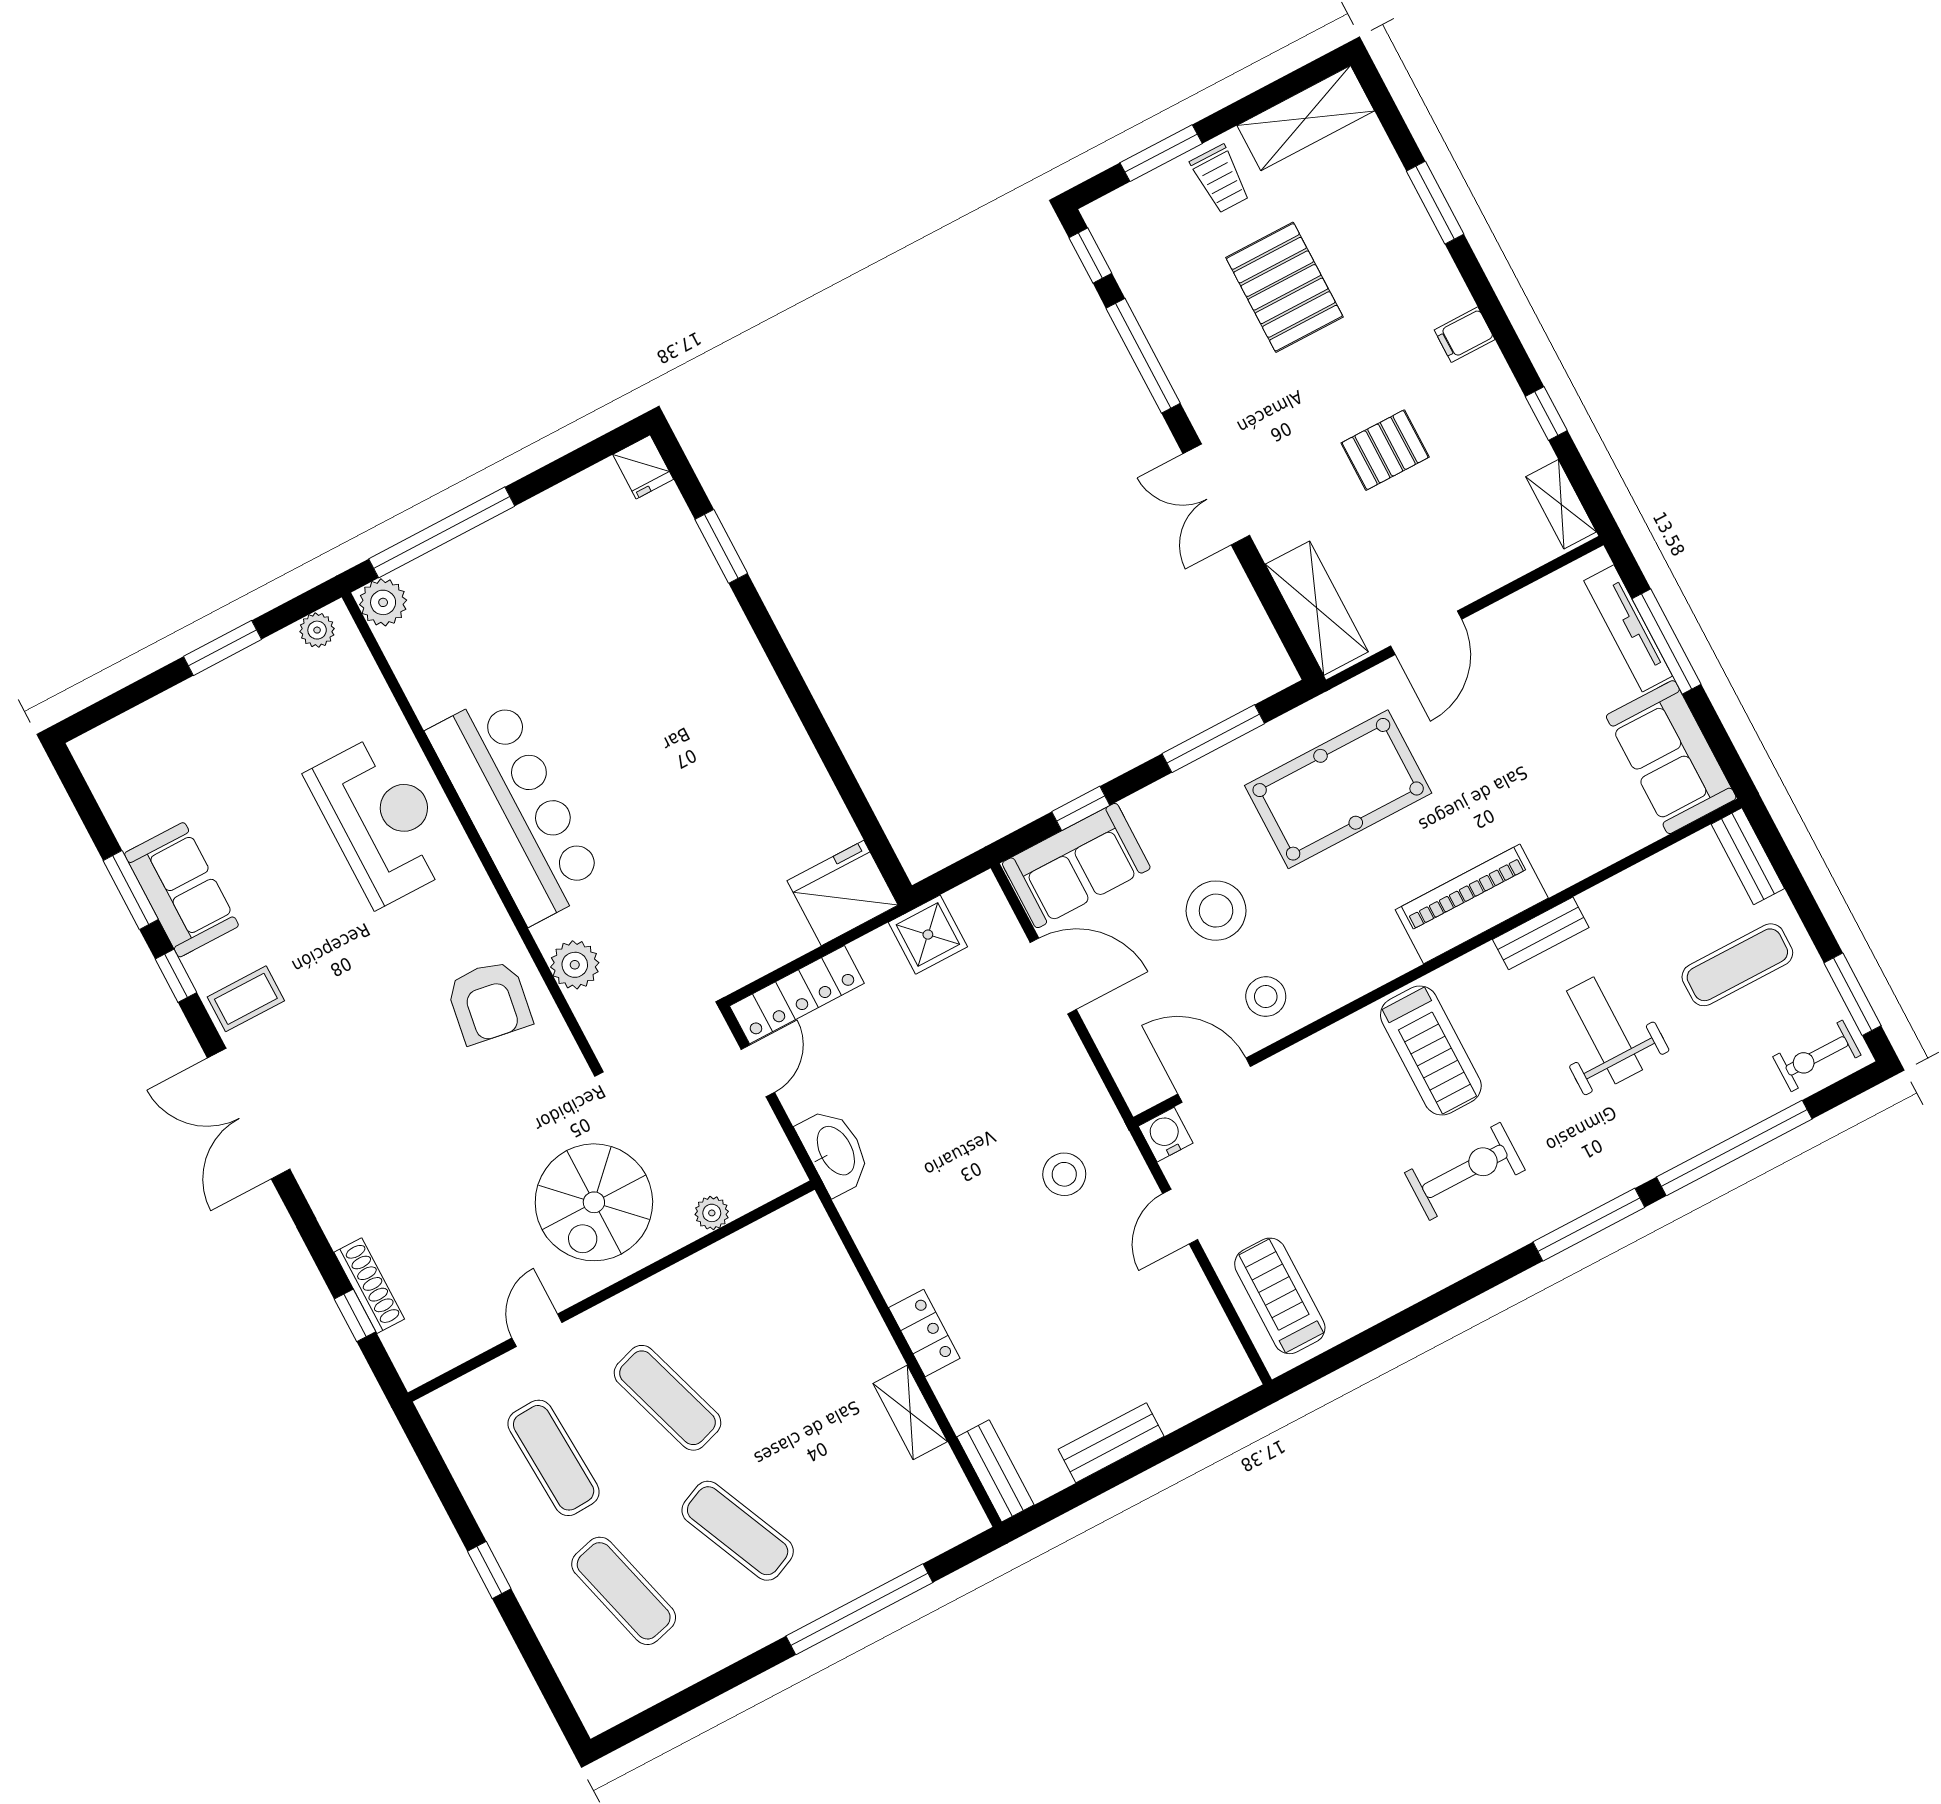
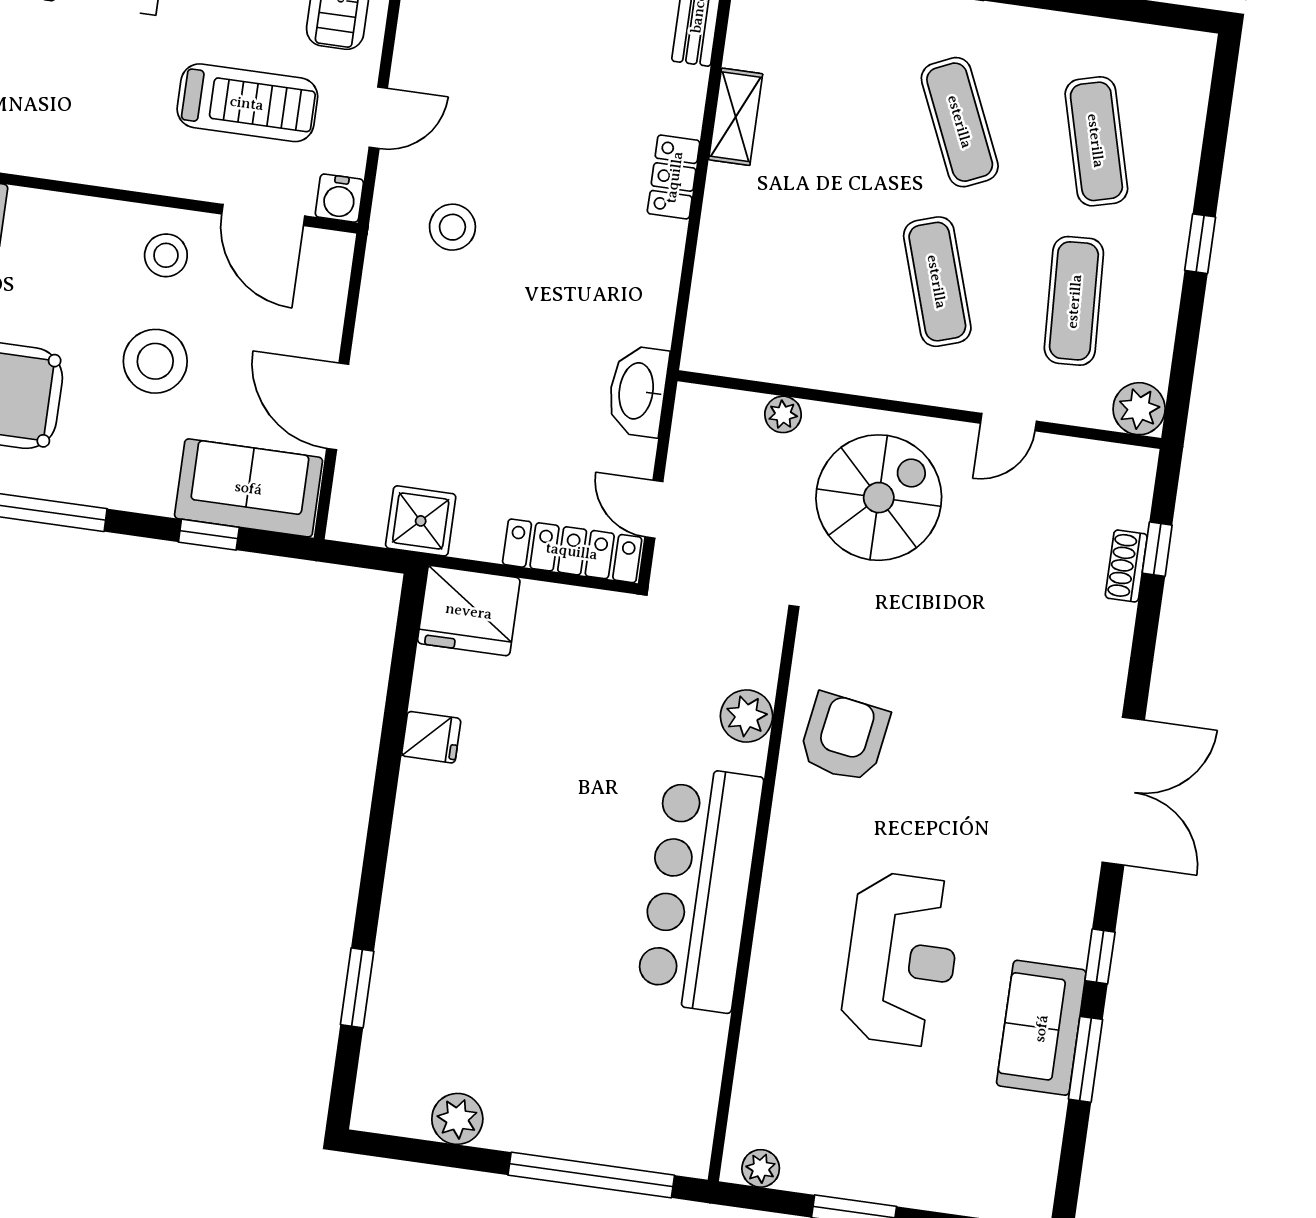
fridge: (643, 467) -> (431, 737), moved, turned 90
plant: (383, 602) -> (457, 1119), moved
reception desk: (381, 820) -> (901, 959), moved, turned 180
coffee table: (246, 999) -> (1054, 893), removed
treadmill: (1431, 1050) -> (247, 103), moved, turned 90
door: (758, 1071) -> (654, 509), hinge flipped
shoe rack: (369, 1286) -> (1126, 566), width x0.70
plant: (445, 1412) -> (1139, 409), added

